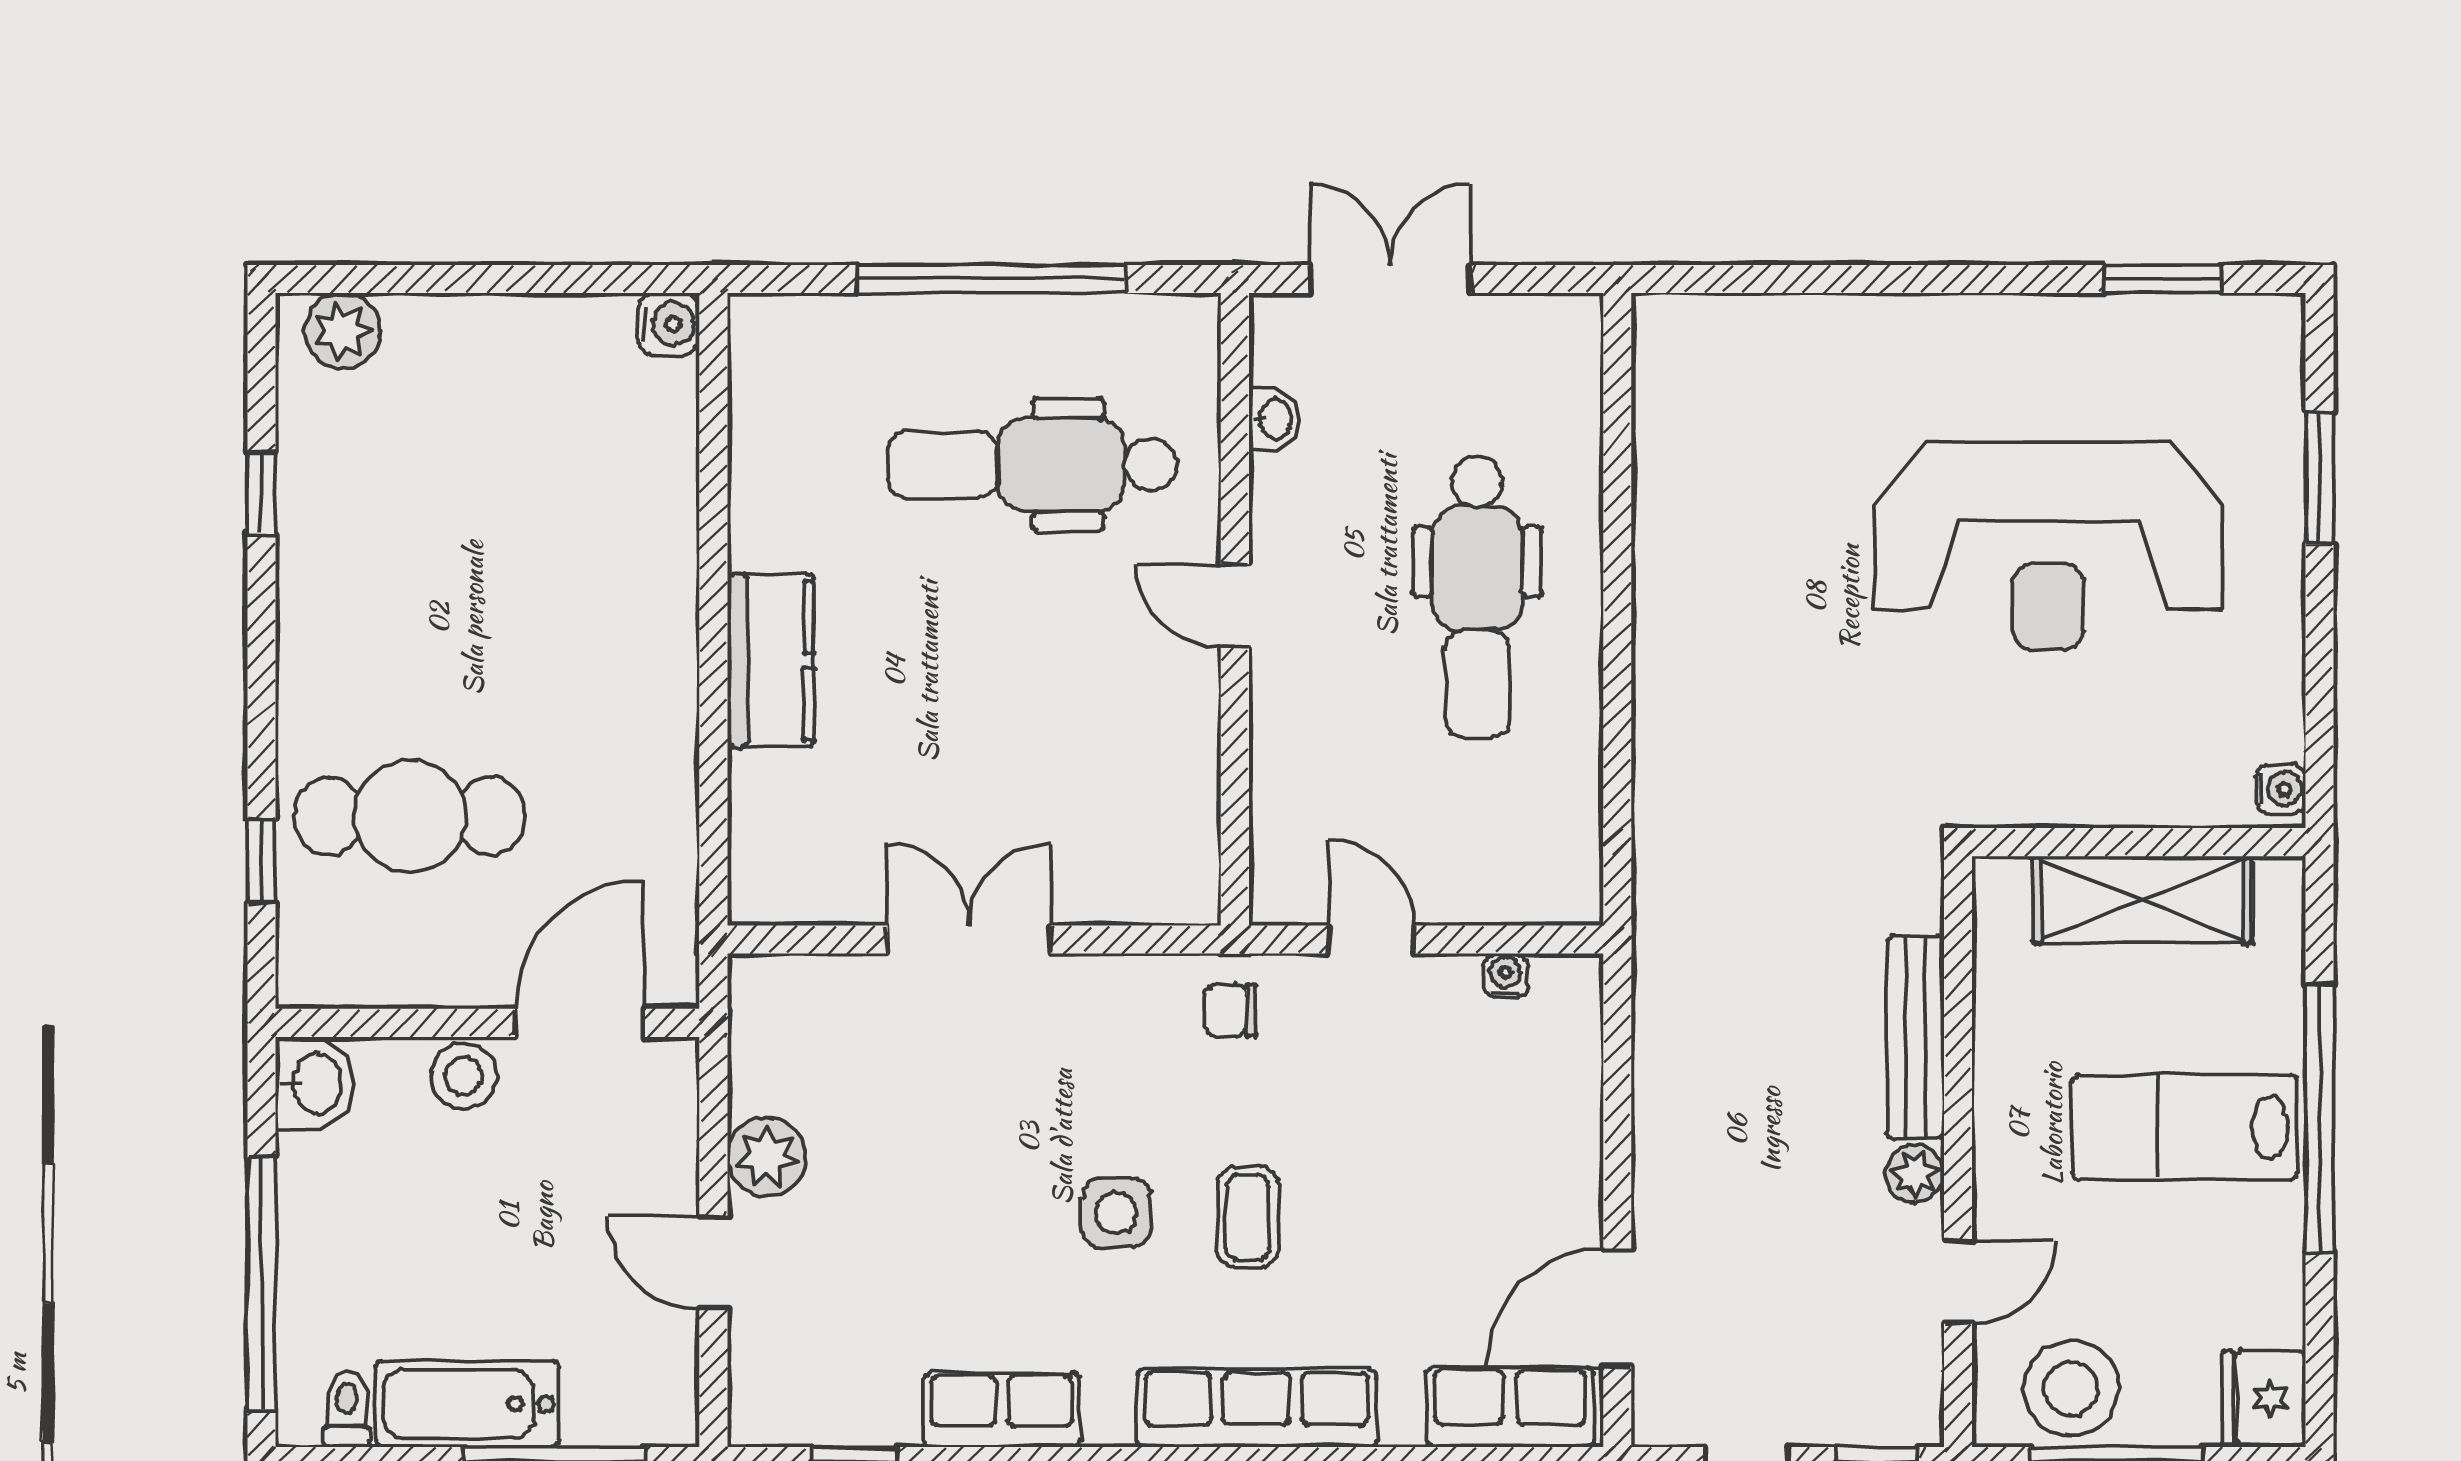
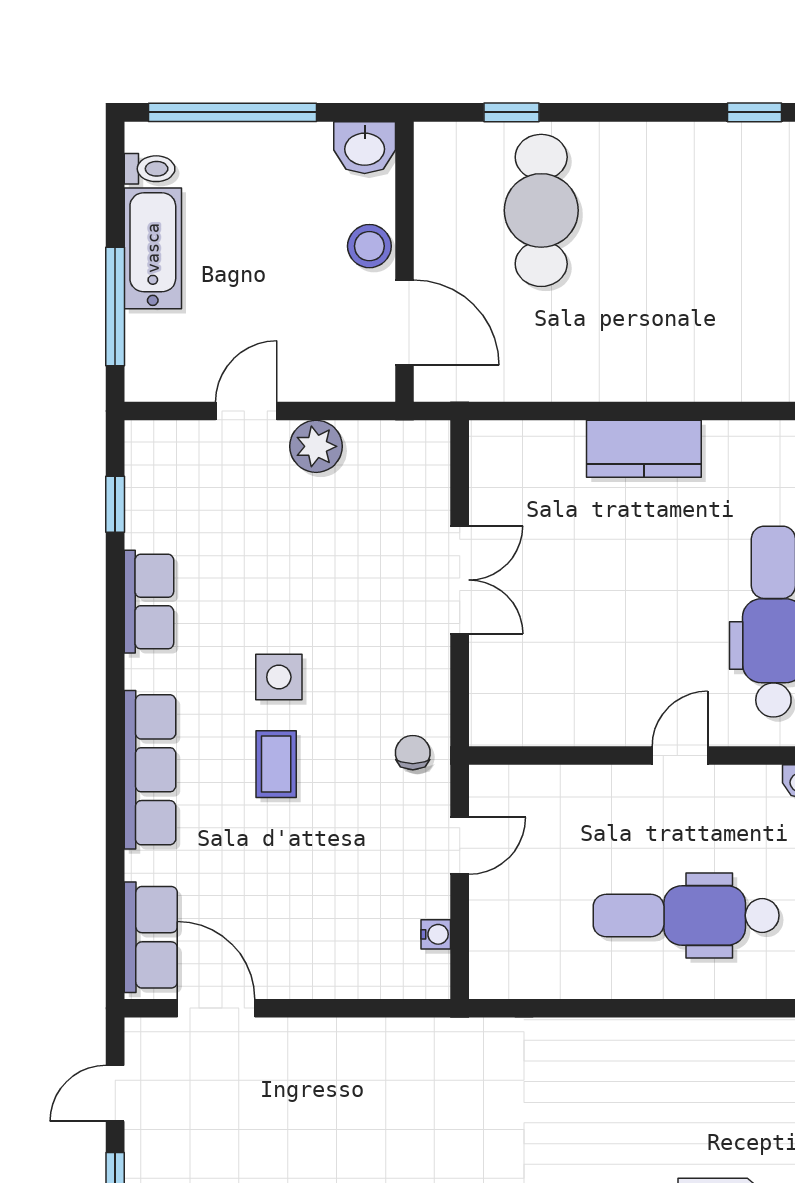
coffee table: (1248, 1217) -> (276, 764), turned 90

